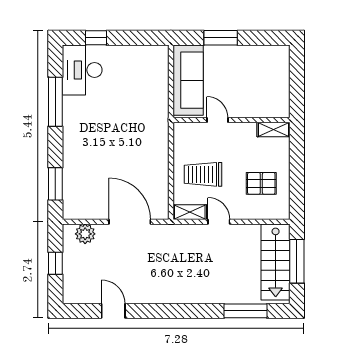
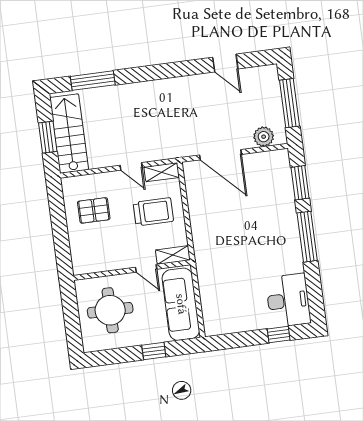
window: (221, 38) -> (154, 351), width x0.67
round table: (258, 83) -> (110, 310), added
window: (55, 102) -> (307, 237), moved
shelving: (274, 129) -> (173, 255), moved
window: (297, 261) -> (48, 137), width x0.69
window: (55, 263) -> (290, 103), width x2.17

